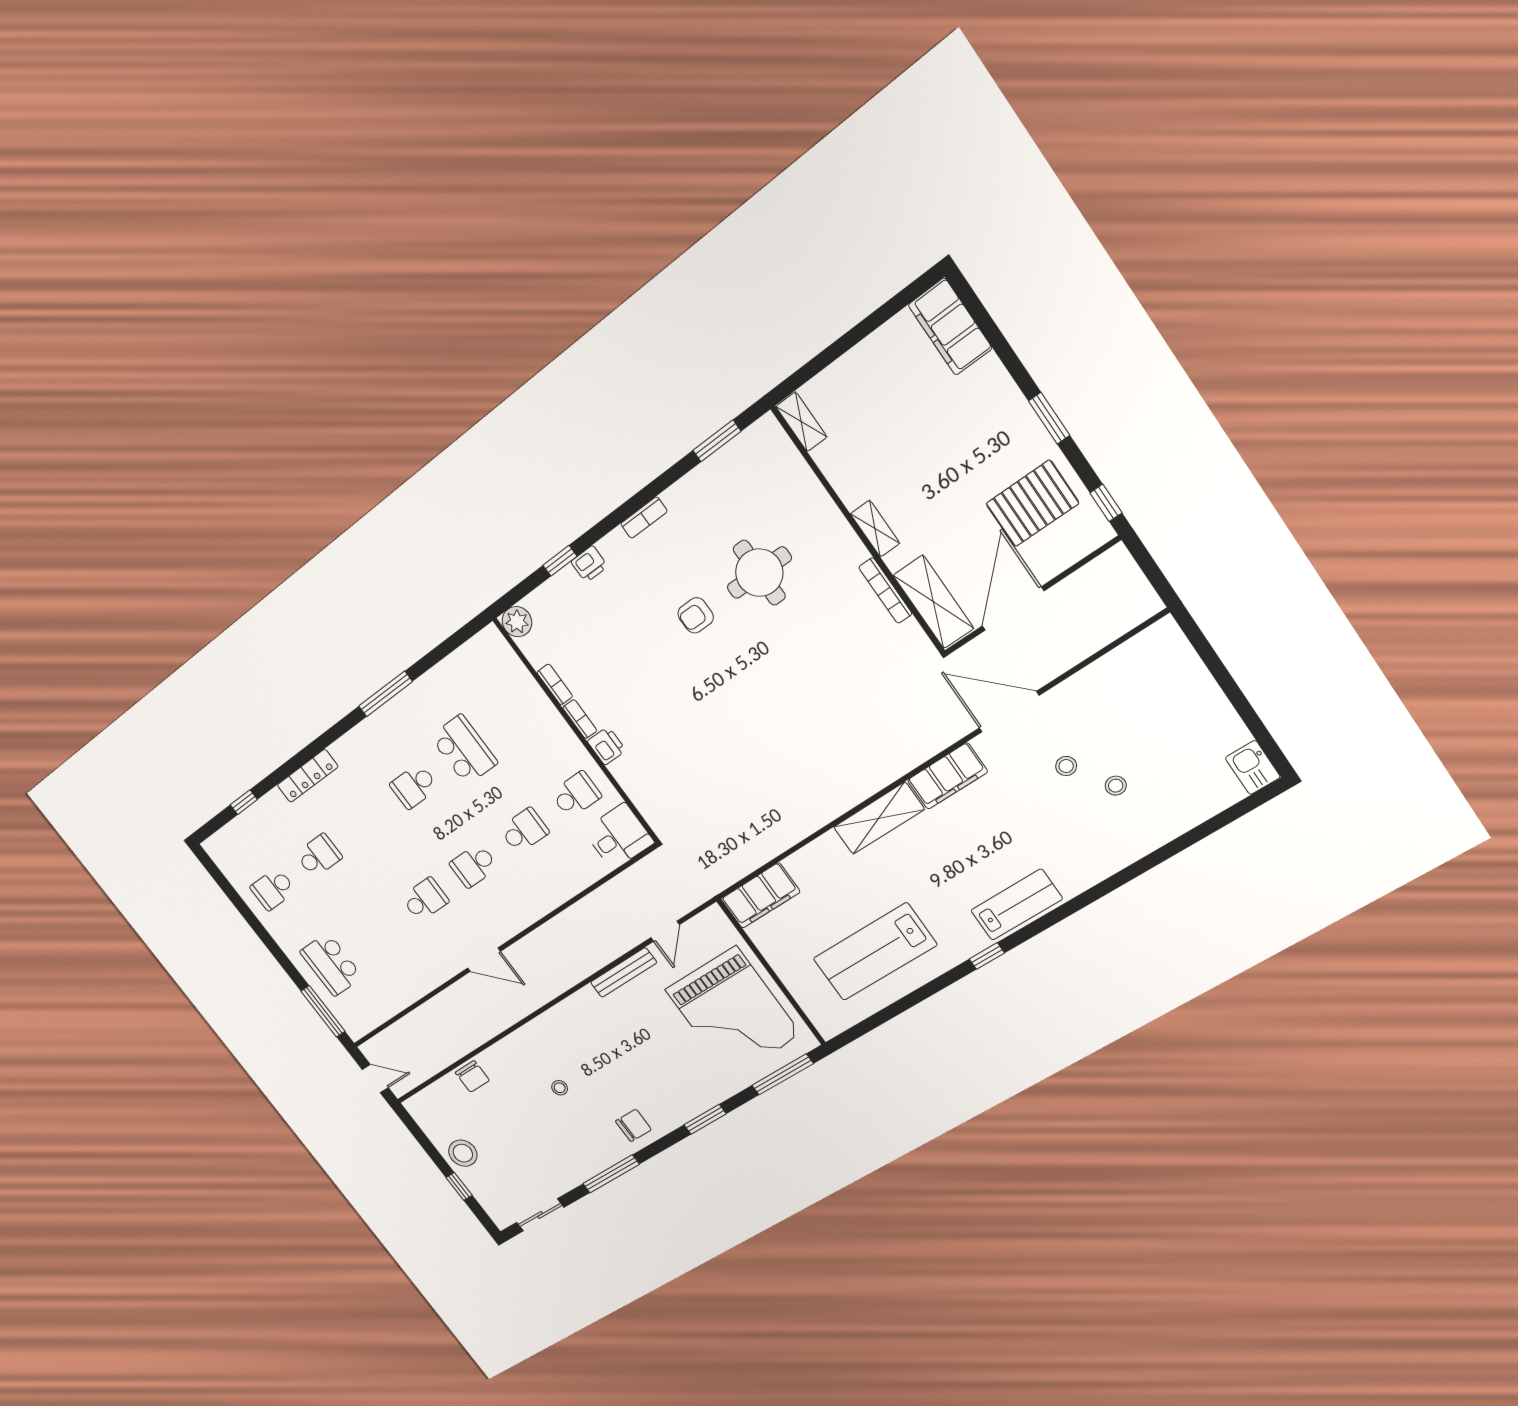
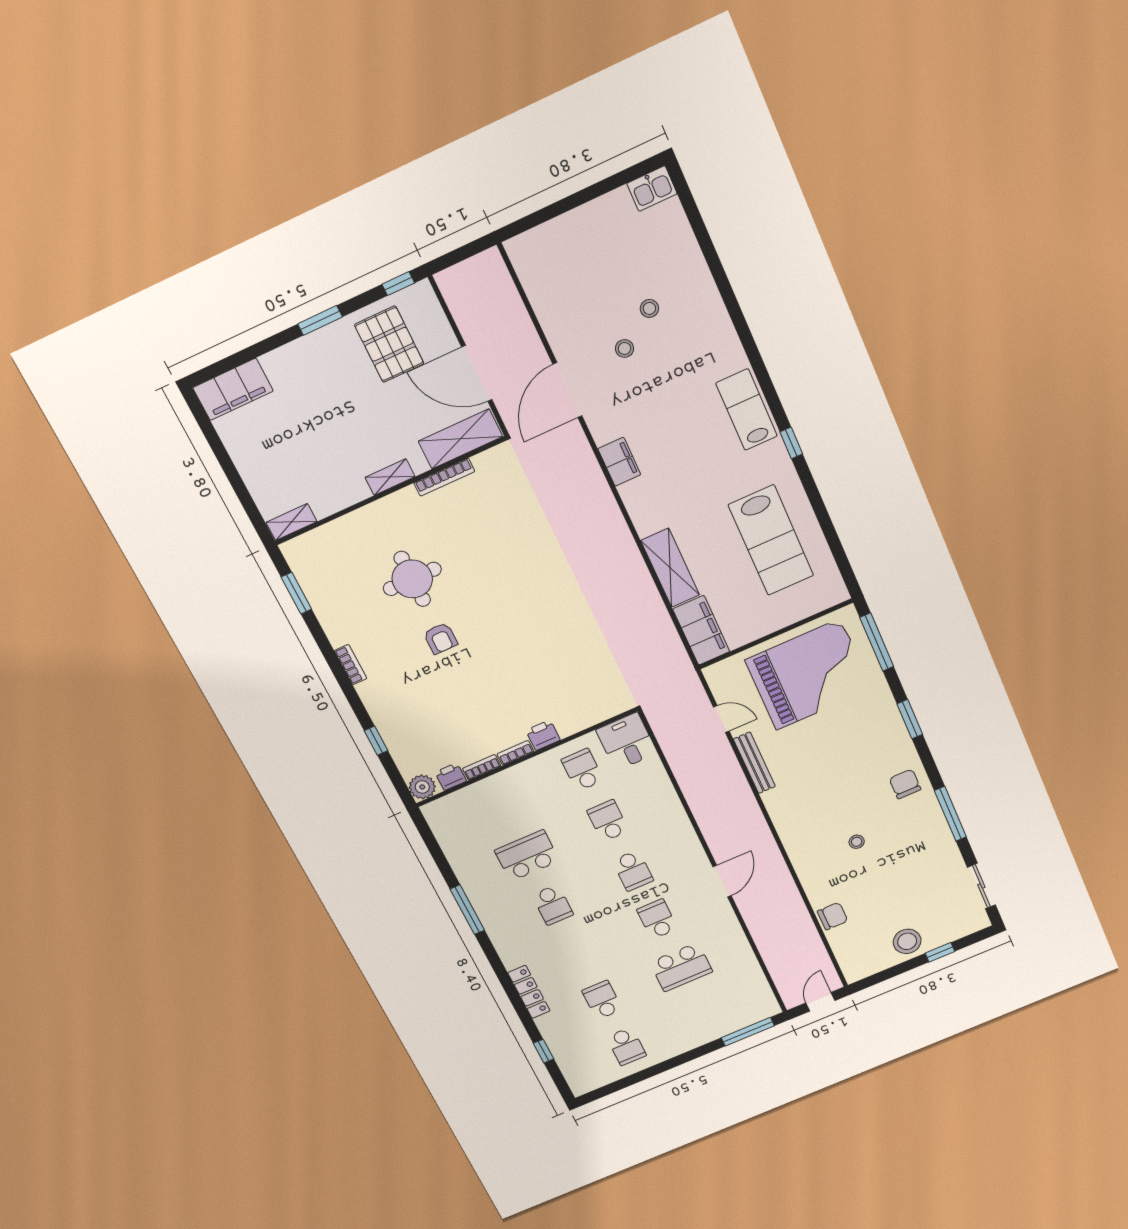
printer: (589, 564) -> (451, 777), moved, turned -90
filing cabinet: (947, 776) -> (619, 462), width x0.67, depth x0.86
shelving: (879, 818) -> (670, 568), moved
school desk: (331, 964) -> (681, 967), moved

